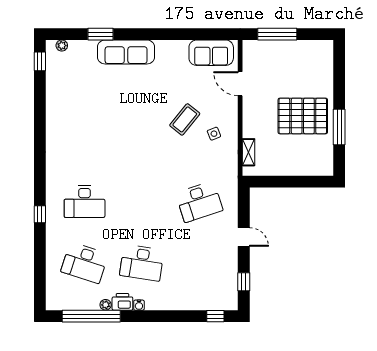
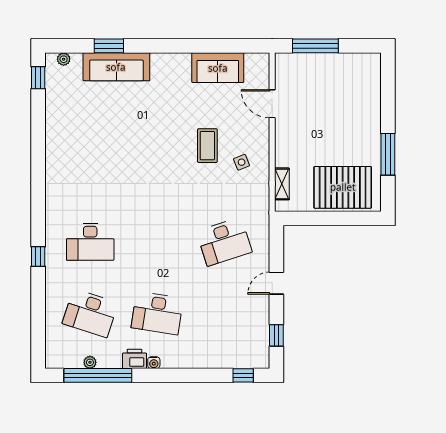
sofa: (126, 52) -> (116, 67), moved
sofa: (211, 53) -> (218, 68), moved
pallet: (303, 116) -> (343, 187), moved
coffee table: (185, 119) -> (207, 146), turned -39
door: (244, 237) -> (276, 283), swing flipped
plant: (106, 305) -> (90, 362), moved

